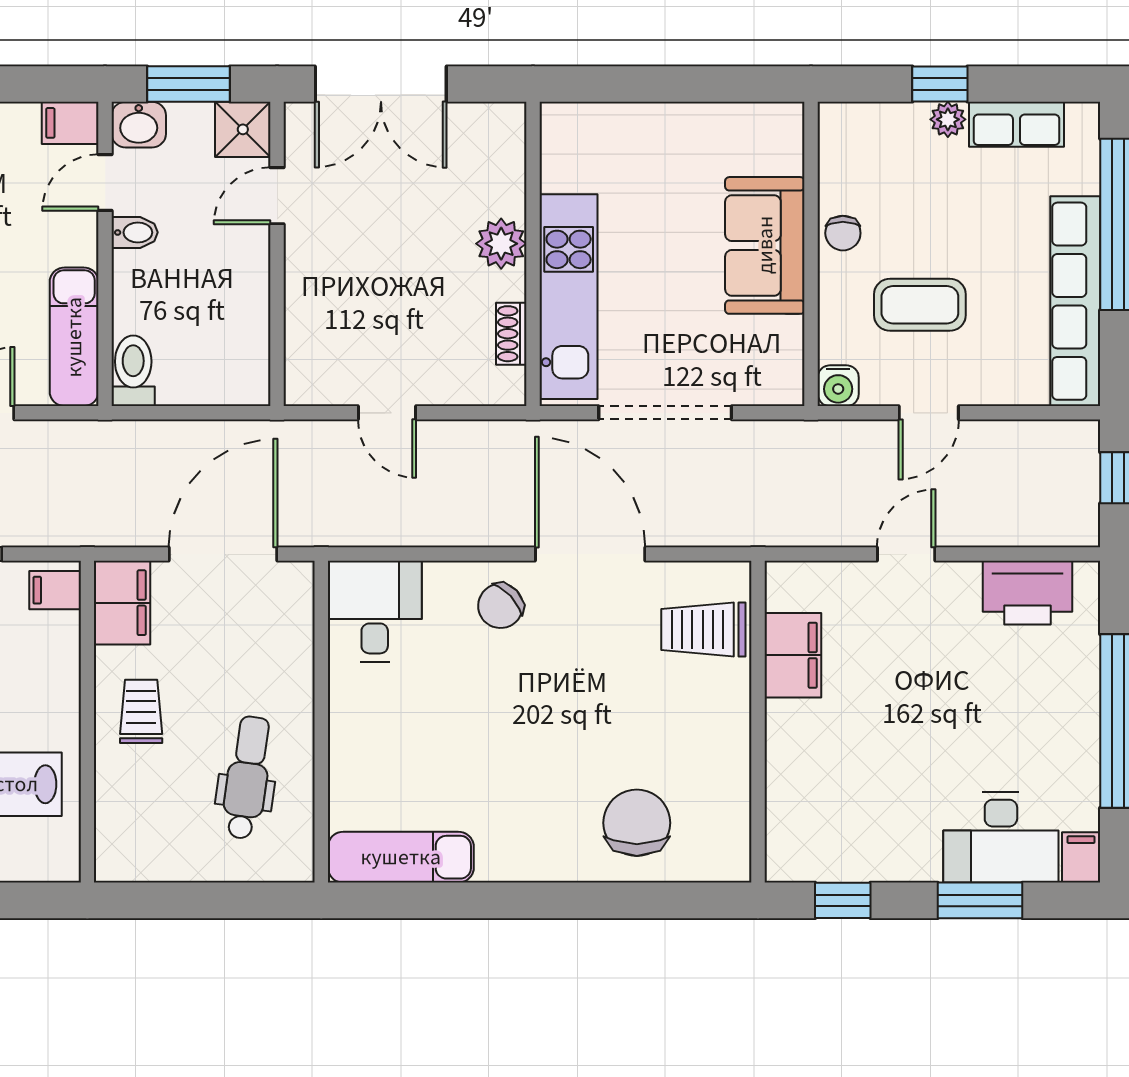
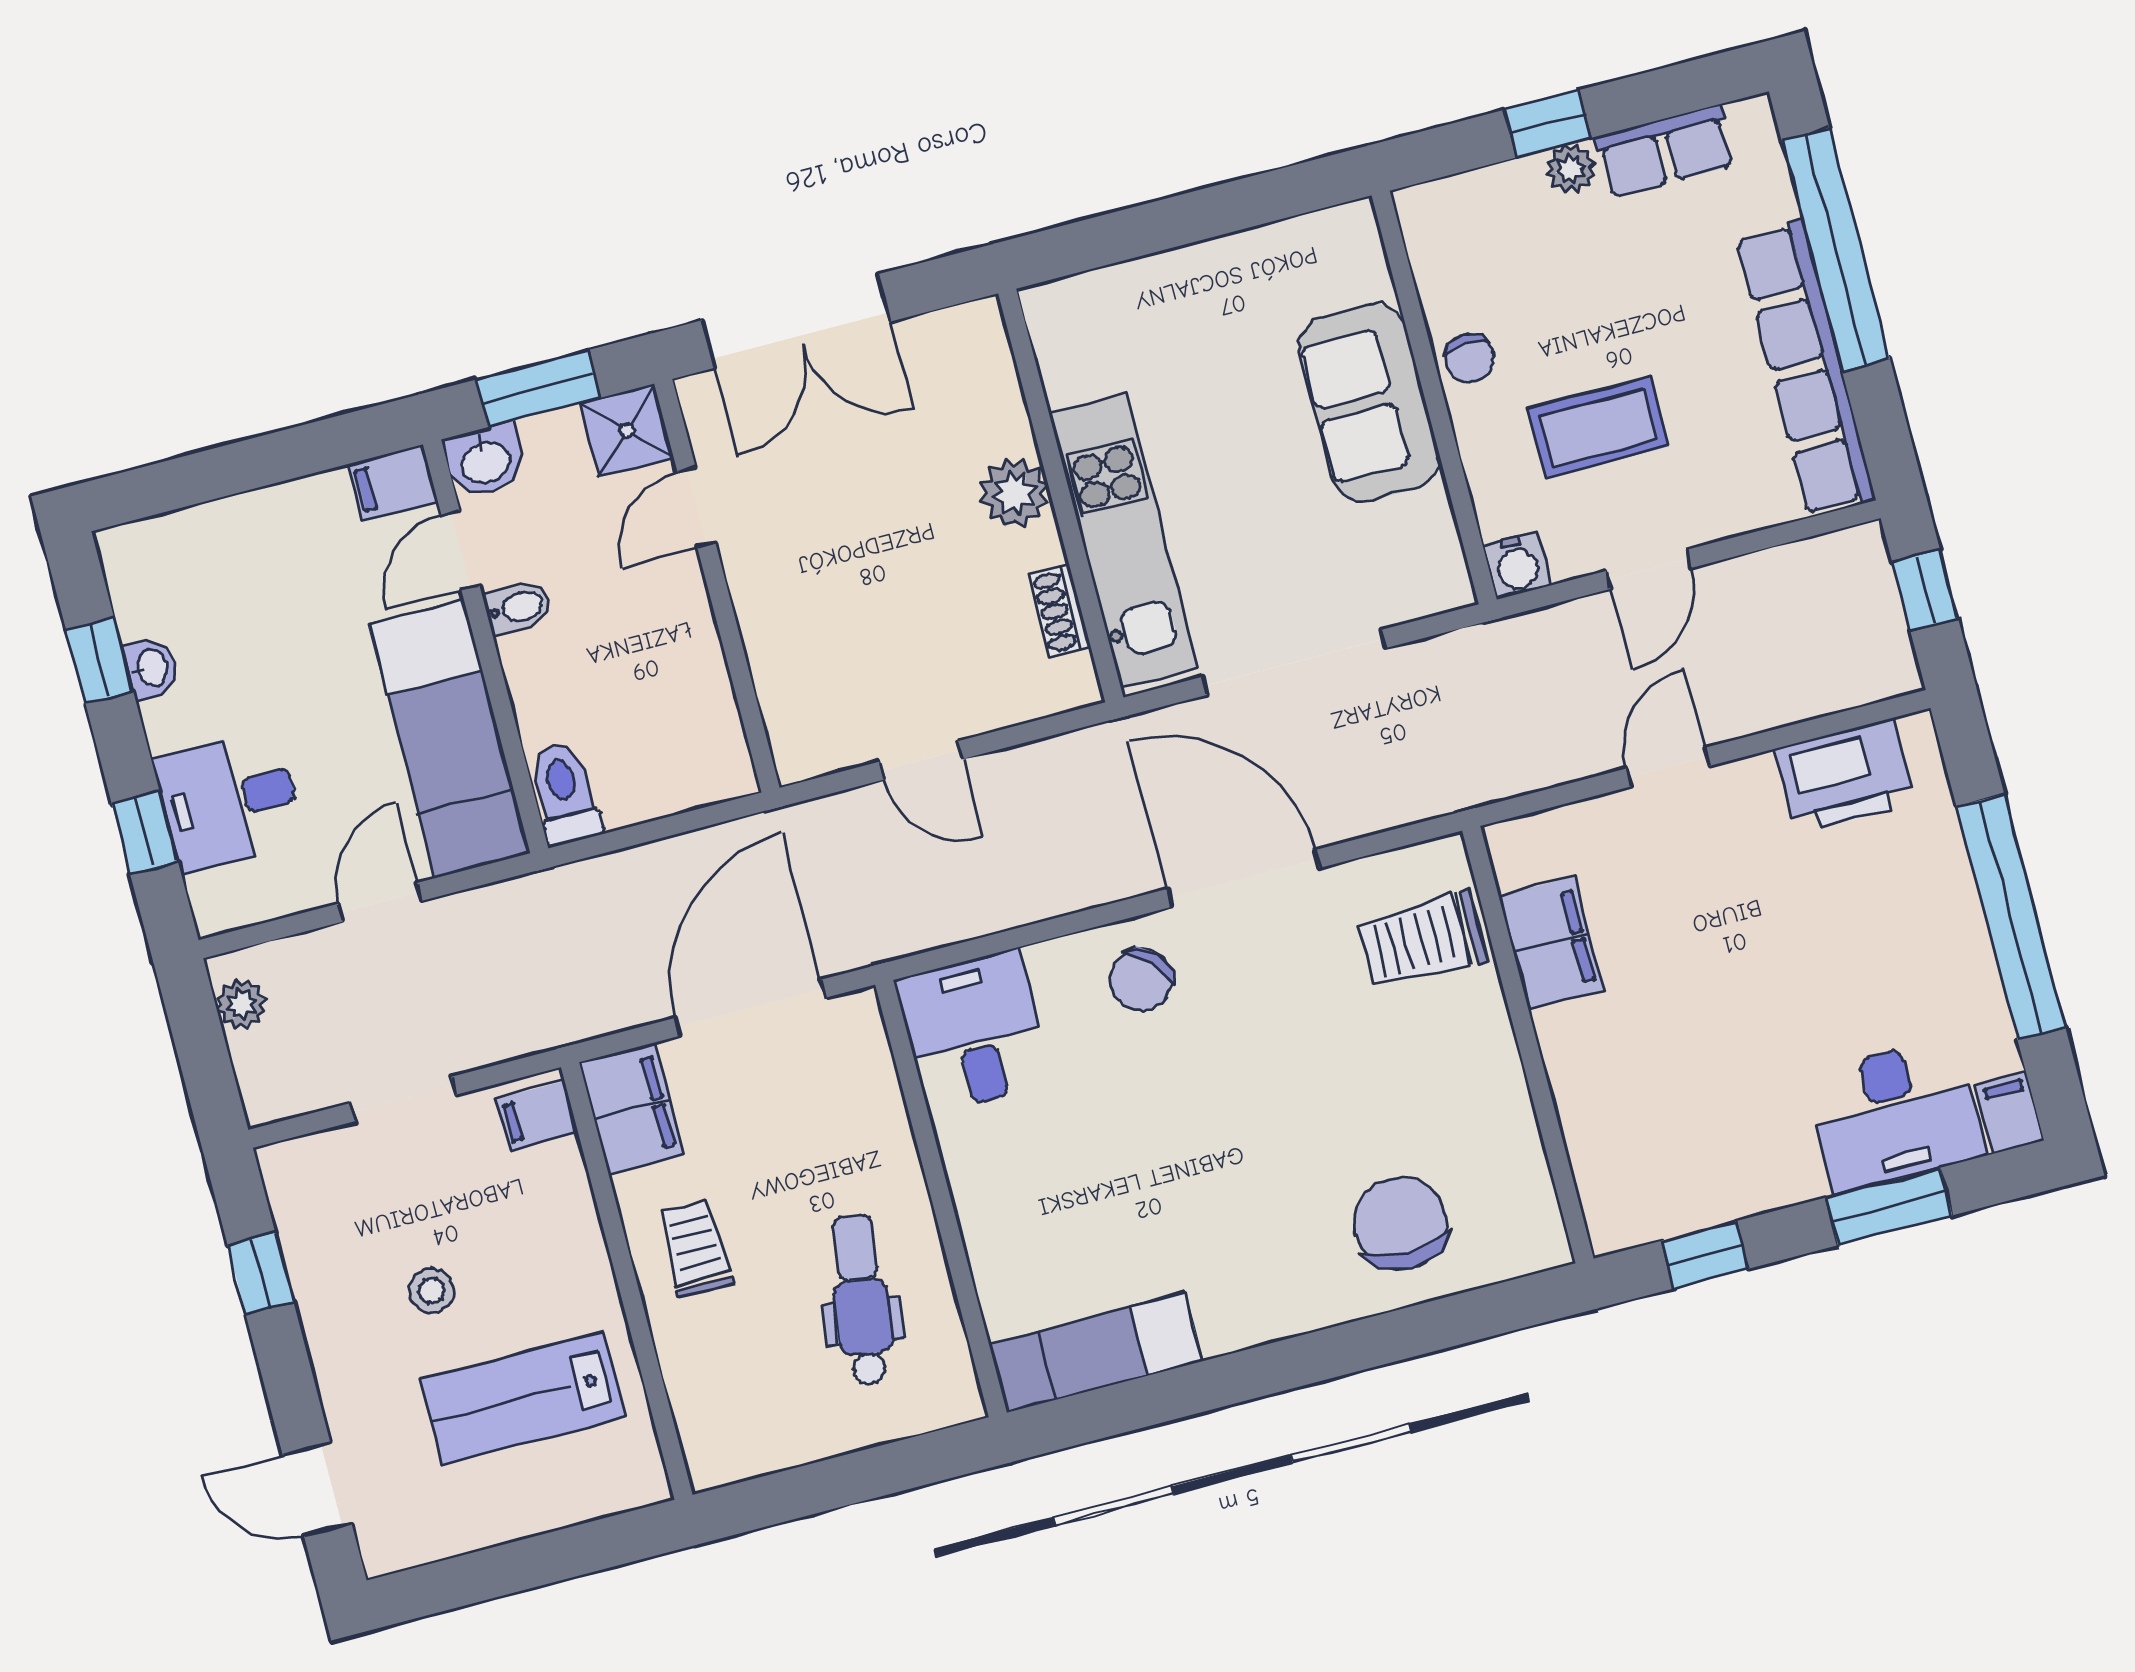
exam couch: (74, 337) -> (450, 739), width x1.36, depth x1.45

